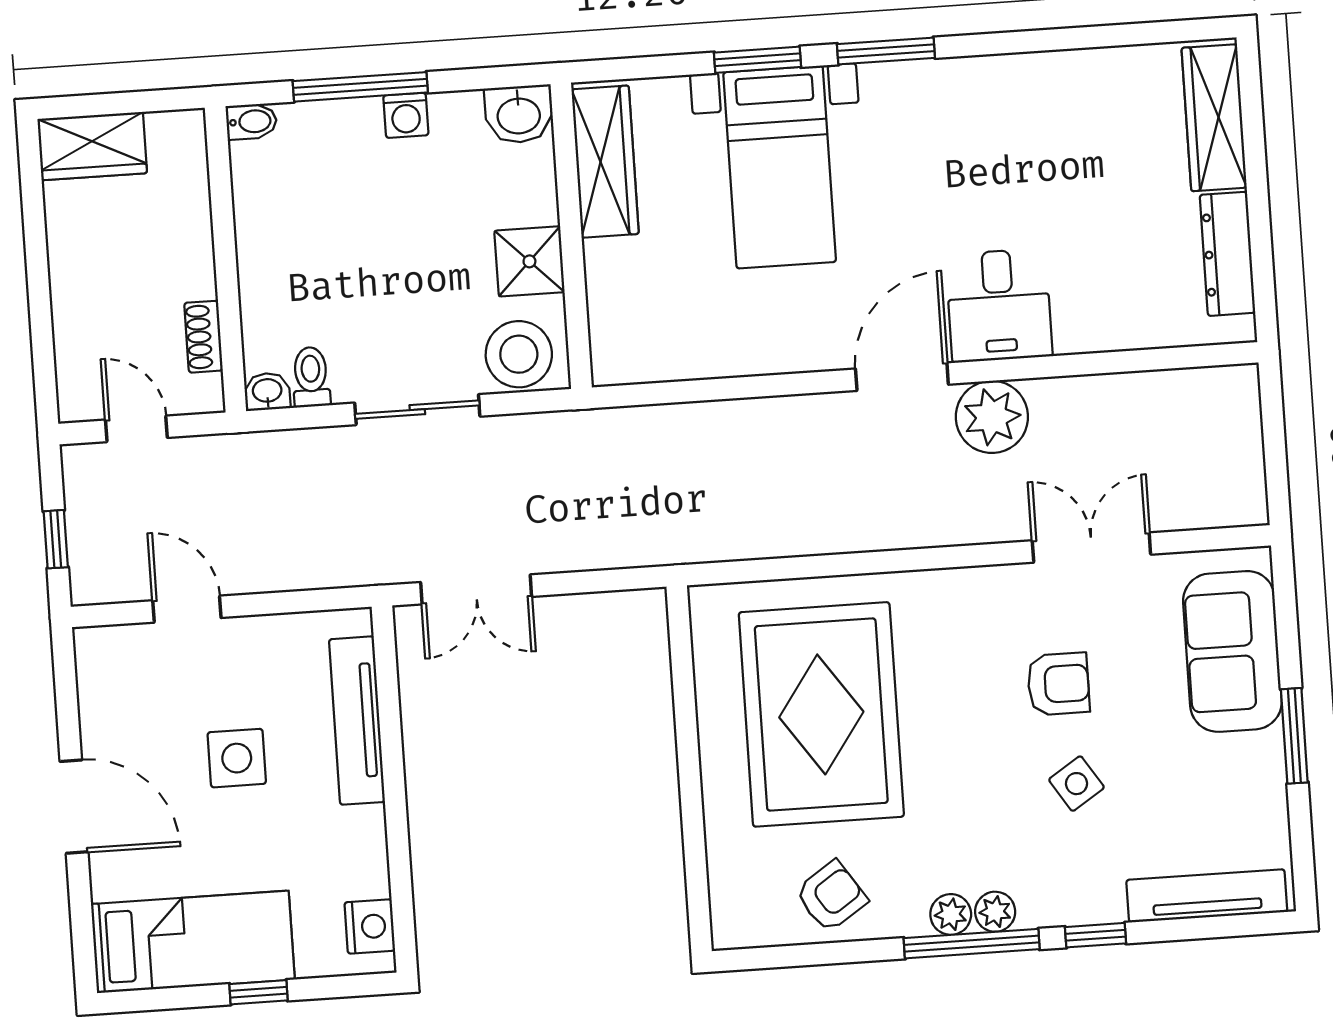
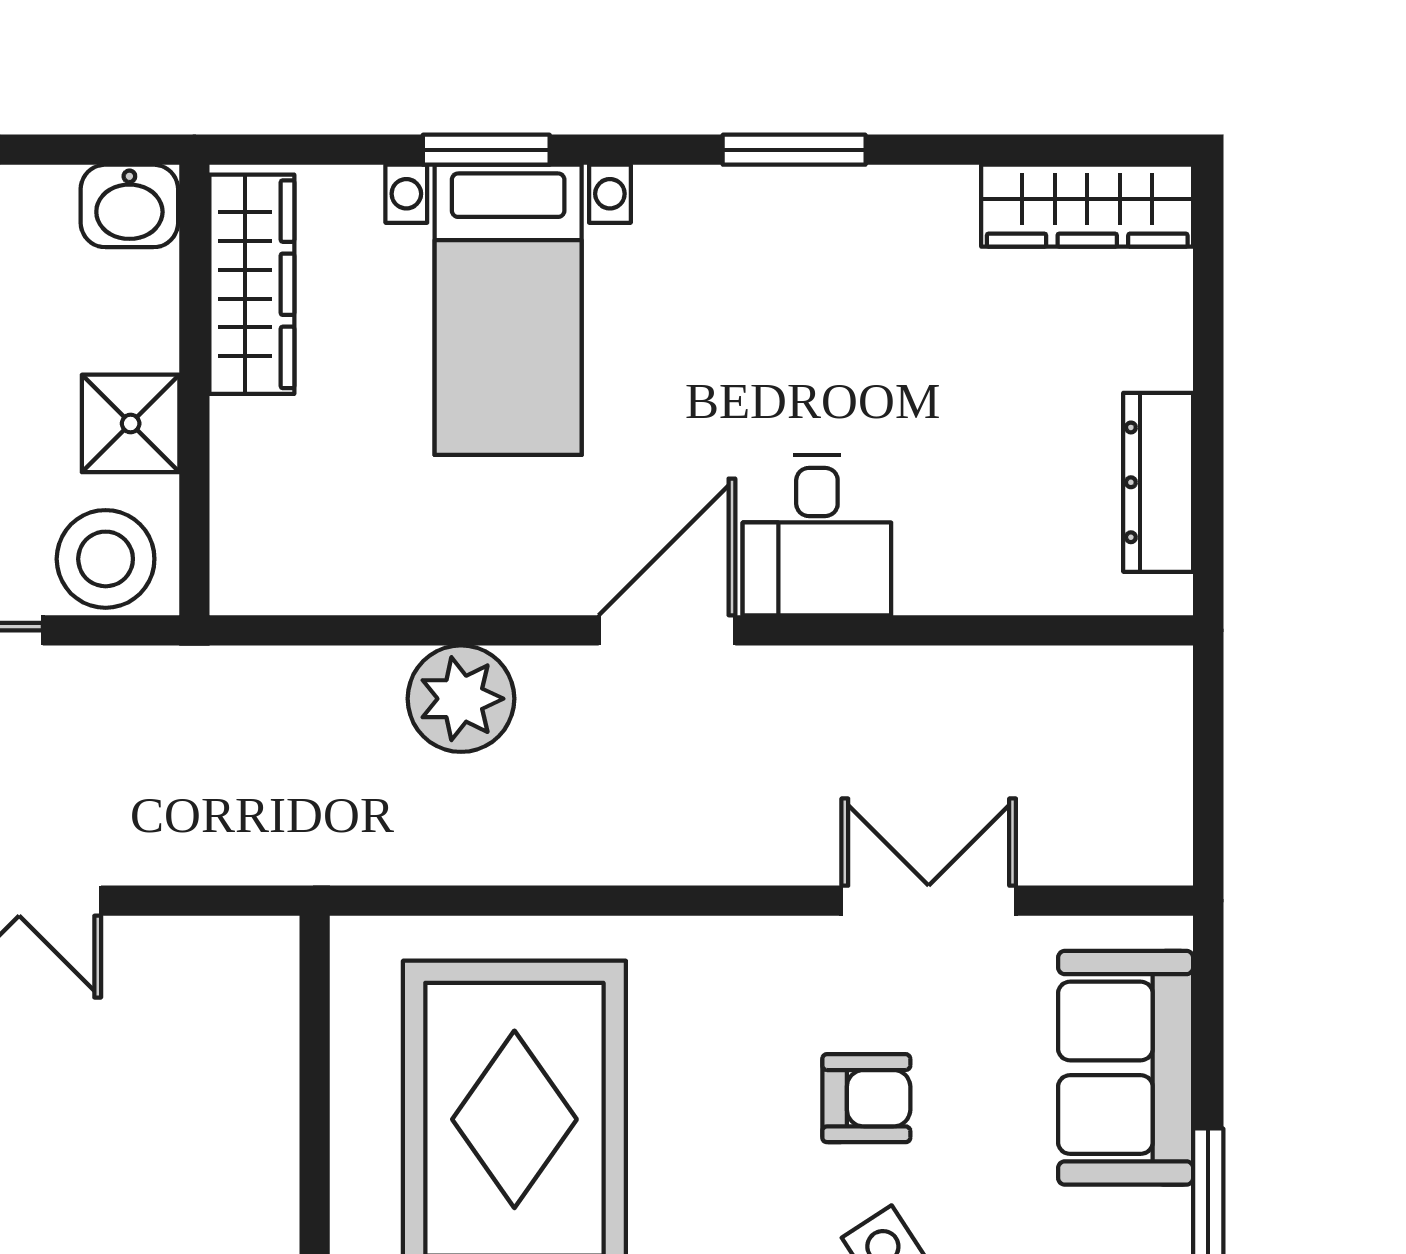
window: (886, 51) -> (794, 150), moved
wardrobe: (1214, 118) -> (1087, 206), moved, turned -90
plant: (992, 417) -> (461, 699), moved

